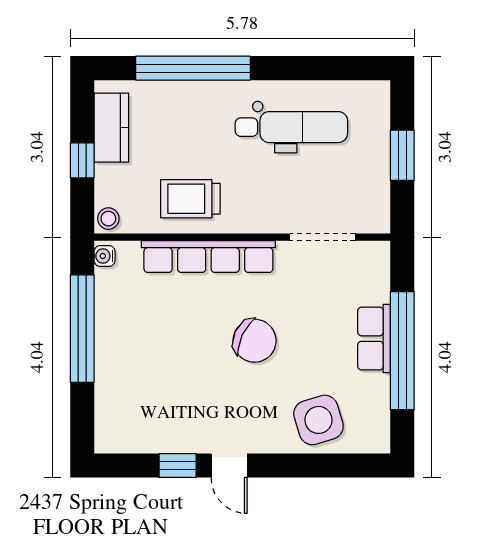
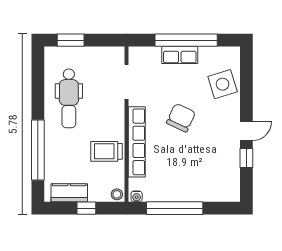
dental chair: (291, 127) -> (69, 98), turned 180
window: (402, 155) -> (71, 40), moved
trolley: (190, 199) -> (106, 151), turned 90

